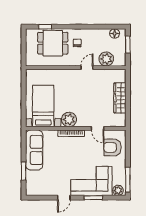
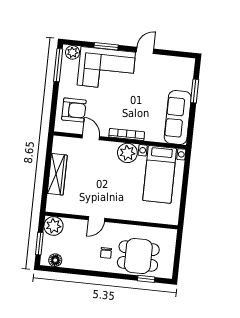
plant: (106, 59) -> (53, 226), moved

